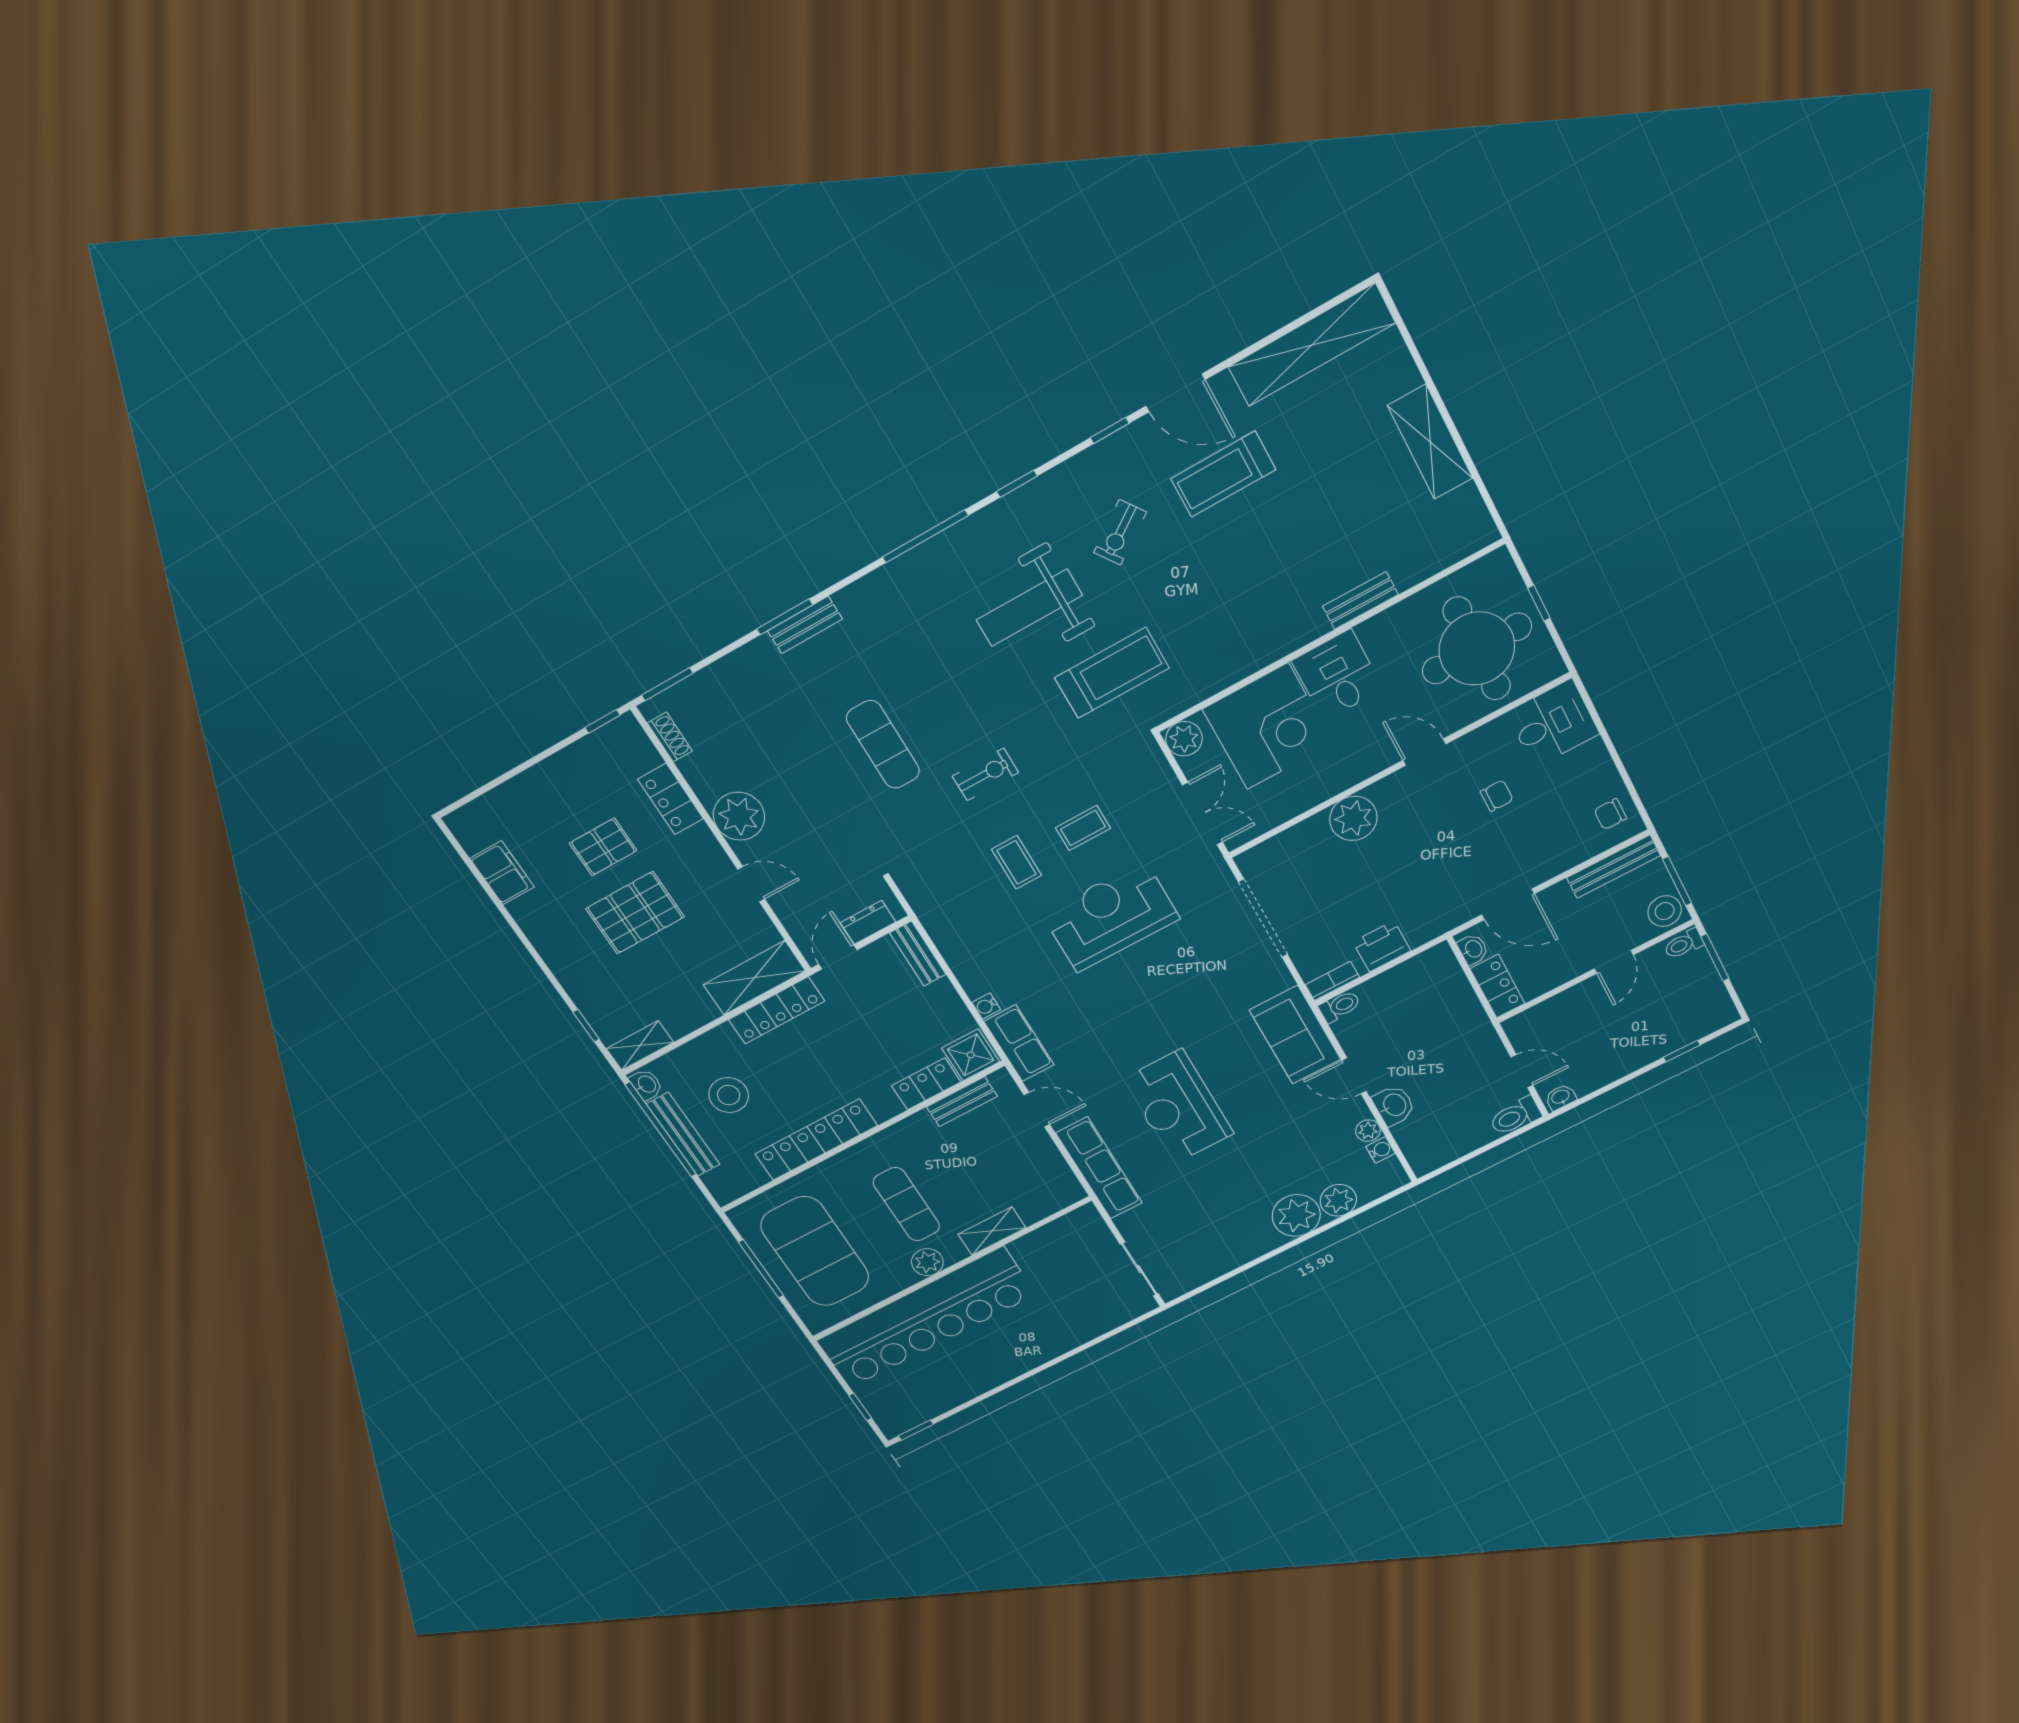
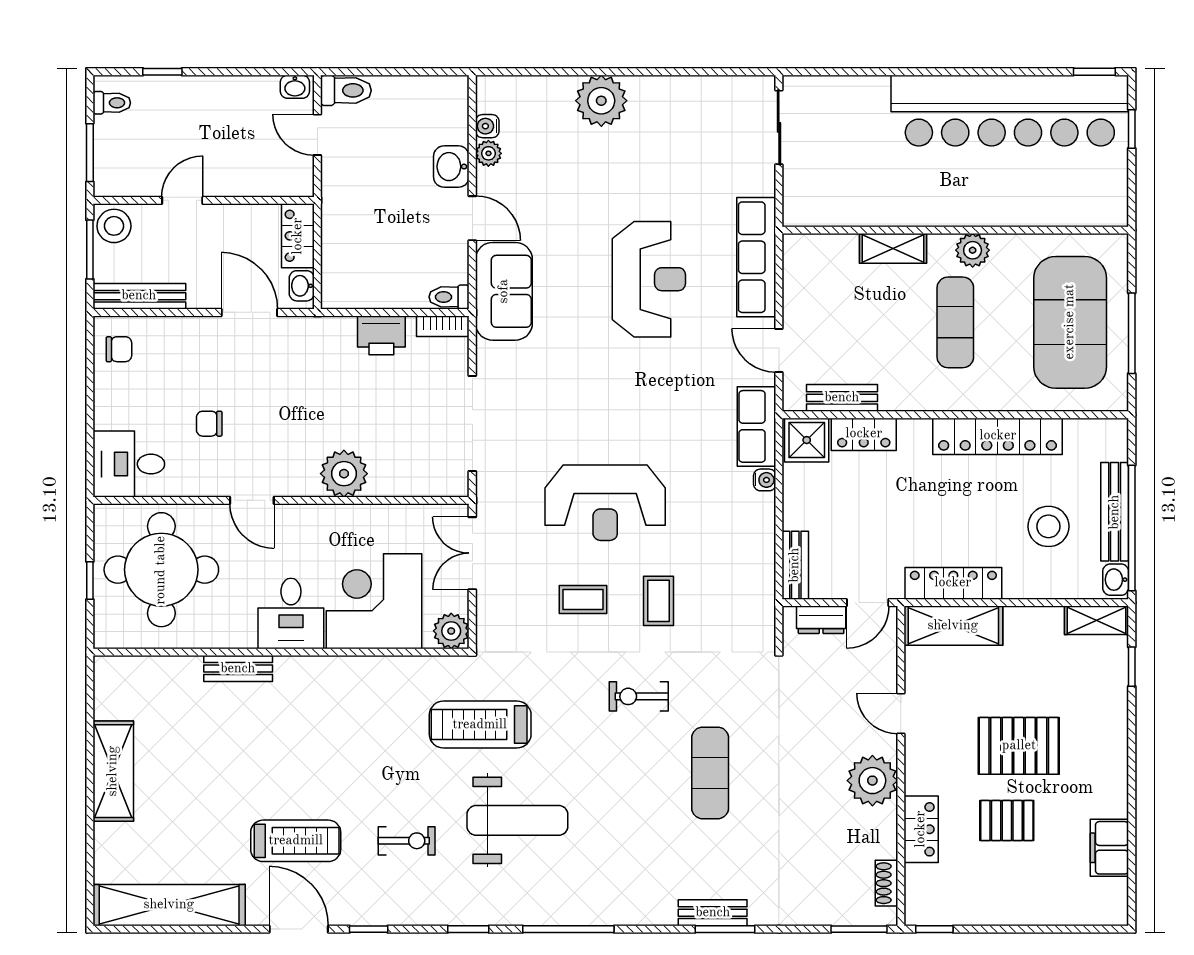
exercise bike: (1120, 532) -> (407, 841), turned 35
toilet: (1684, 944) -> (112, 103), moved
plant: (1338, 1200) -> (554, 94), removed
bar counter: (926, 1318) -> (1010, 111), moved, turned 180

